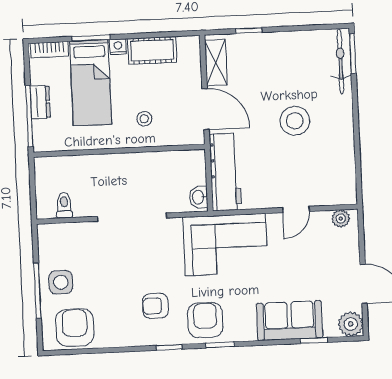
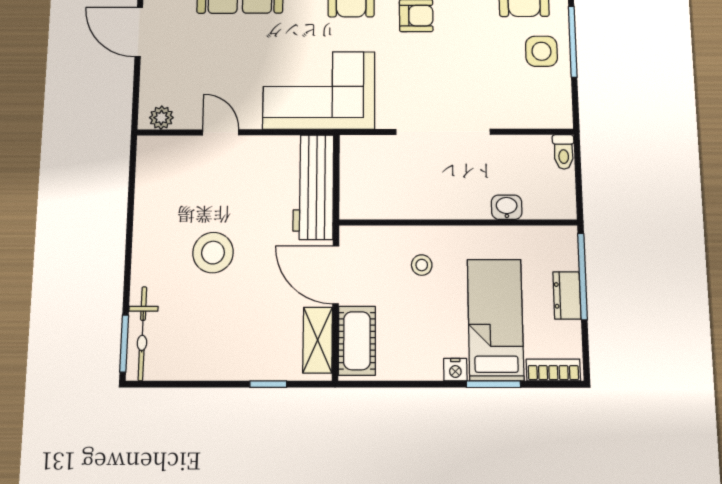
cot: (152, 50) -> (357, 341), moved, turned 90
washbasin: (199, 197) -> (507, 207), moved, turned -90
toilet: (64, 205) -> (563, 152), moved
door: (296, 209) -> (221, 132), hinge flipped

